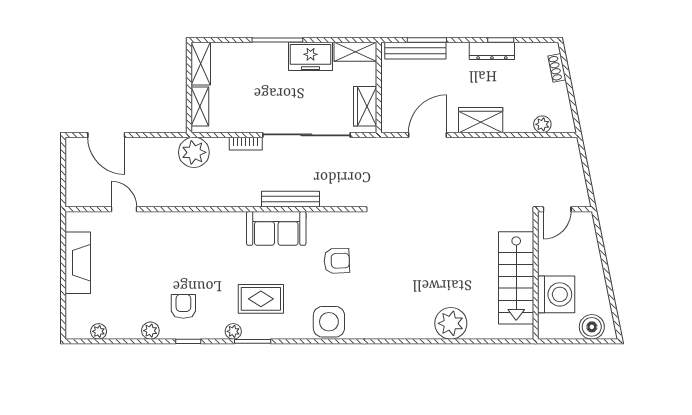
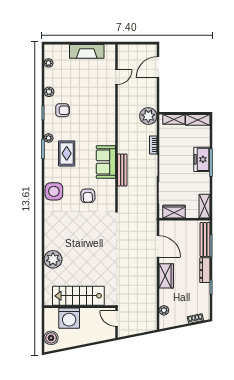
dresser: (492, 51) -> (205, 270), moved
freezer: (310, 56) -> (202, 159), moved

